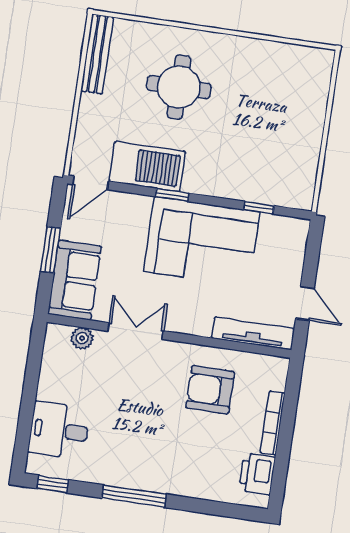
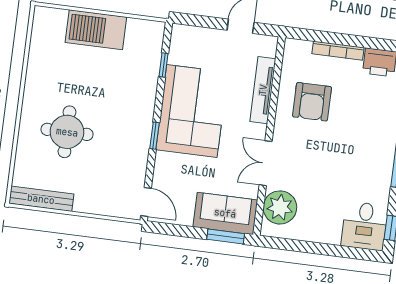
barbecue: (147, 166) -> (96, 30), moved, turned -90
window: (51, 250) -> (226, 237), moved
tv unit: (253, 333) -> (263, 90), moved
plant: (82, 338) -> (280, 207), width x1.88, depth x1.88
desk: (59, 430) -> (364, 226), moved

